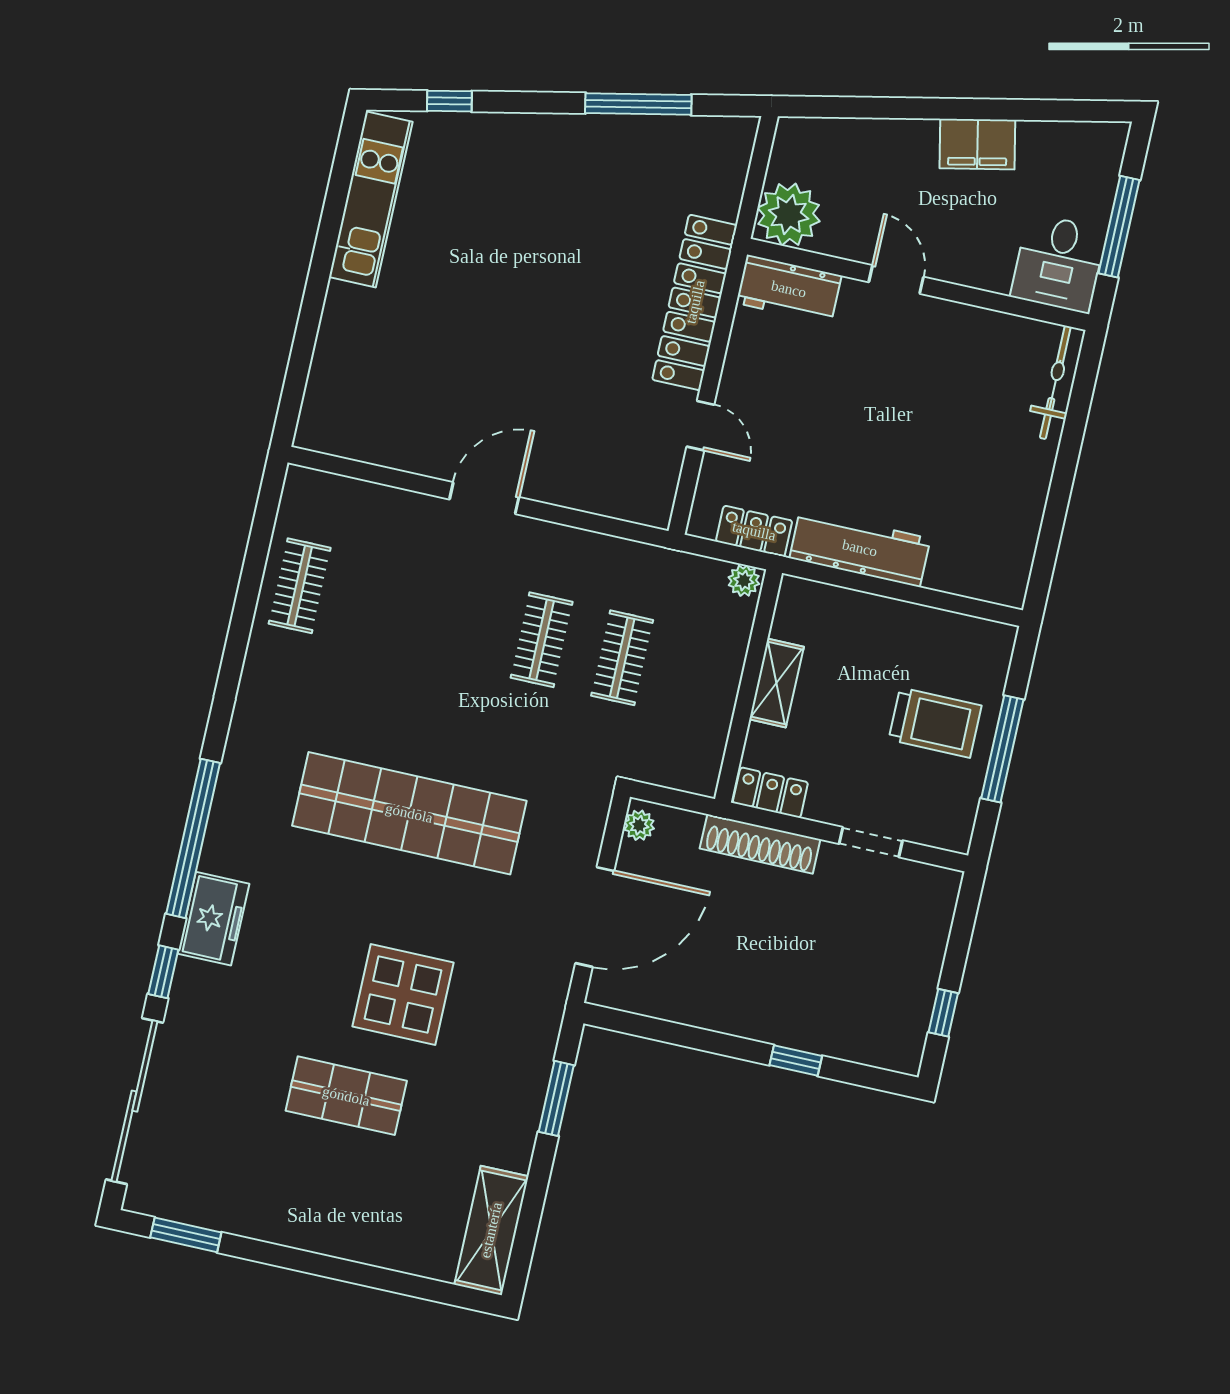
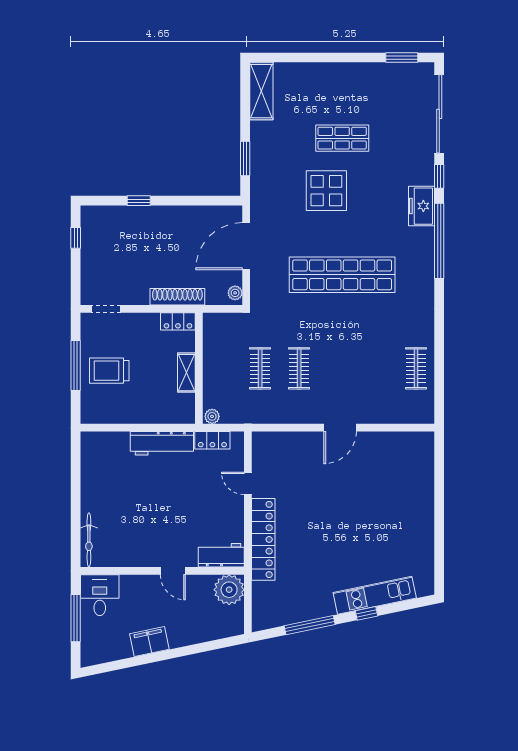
window: (449, 101) -> (367, 613), moved
kitchen unit: (371, 199) -> (375, 595), moved, turned 78
doorway: (871, 842) -> (106, 309), moved

